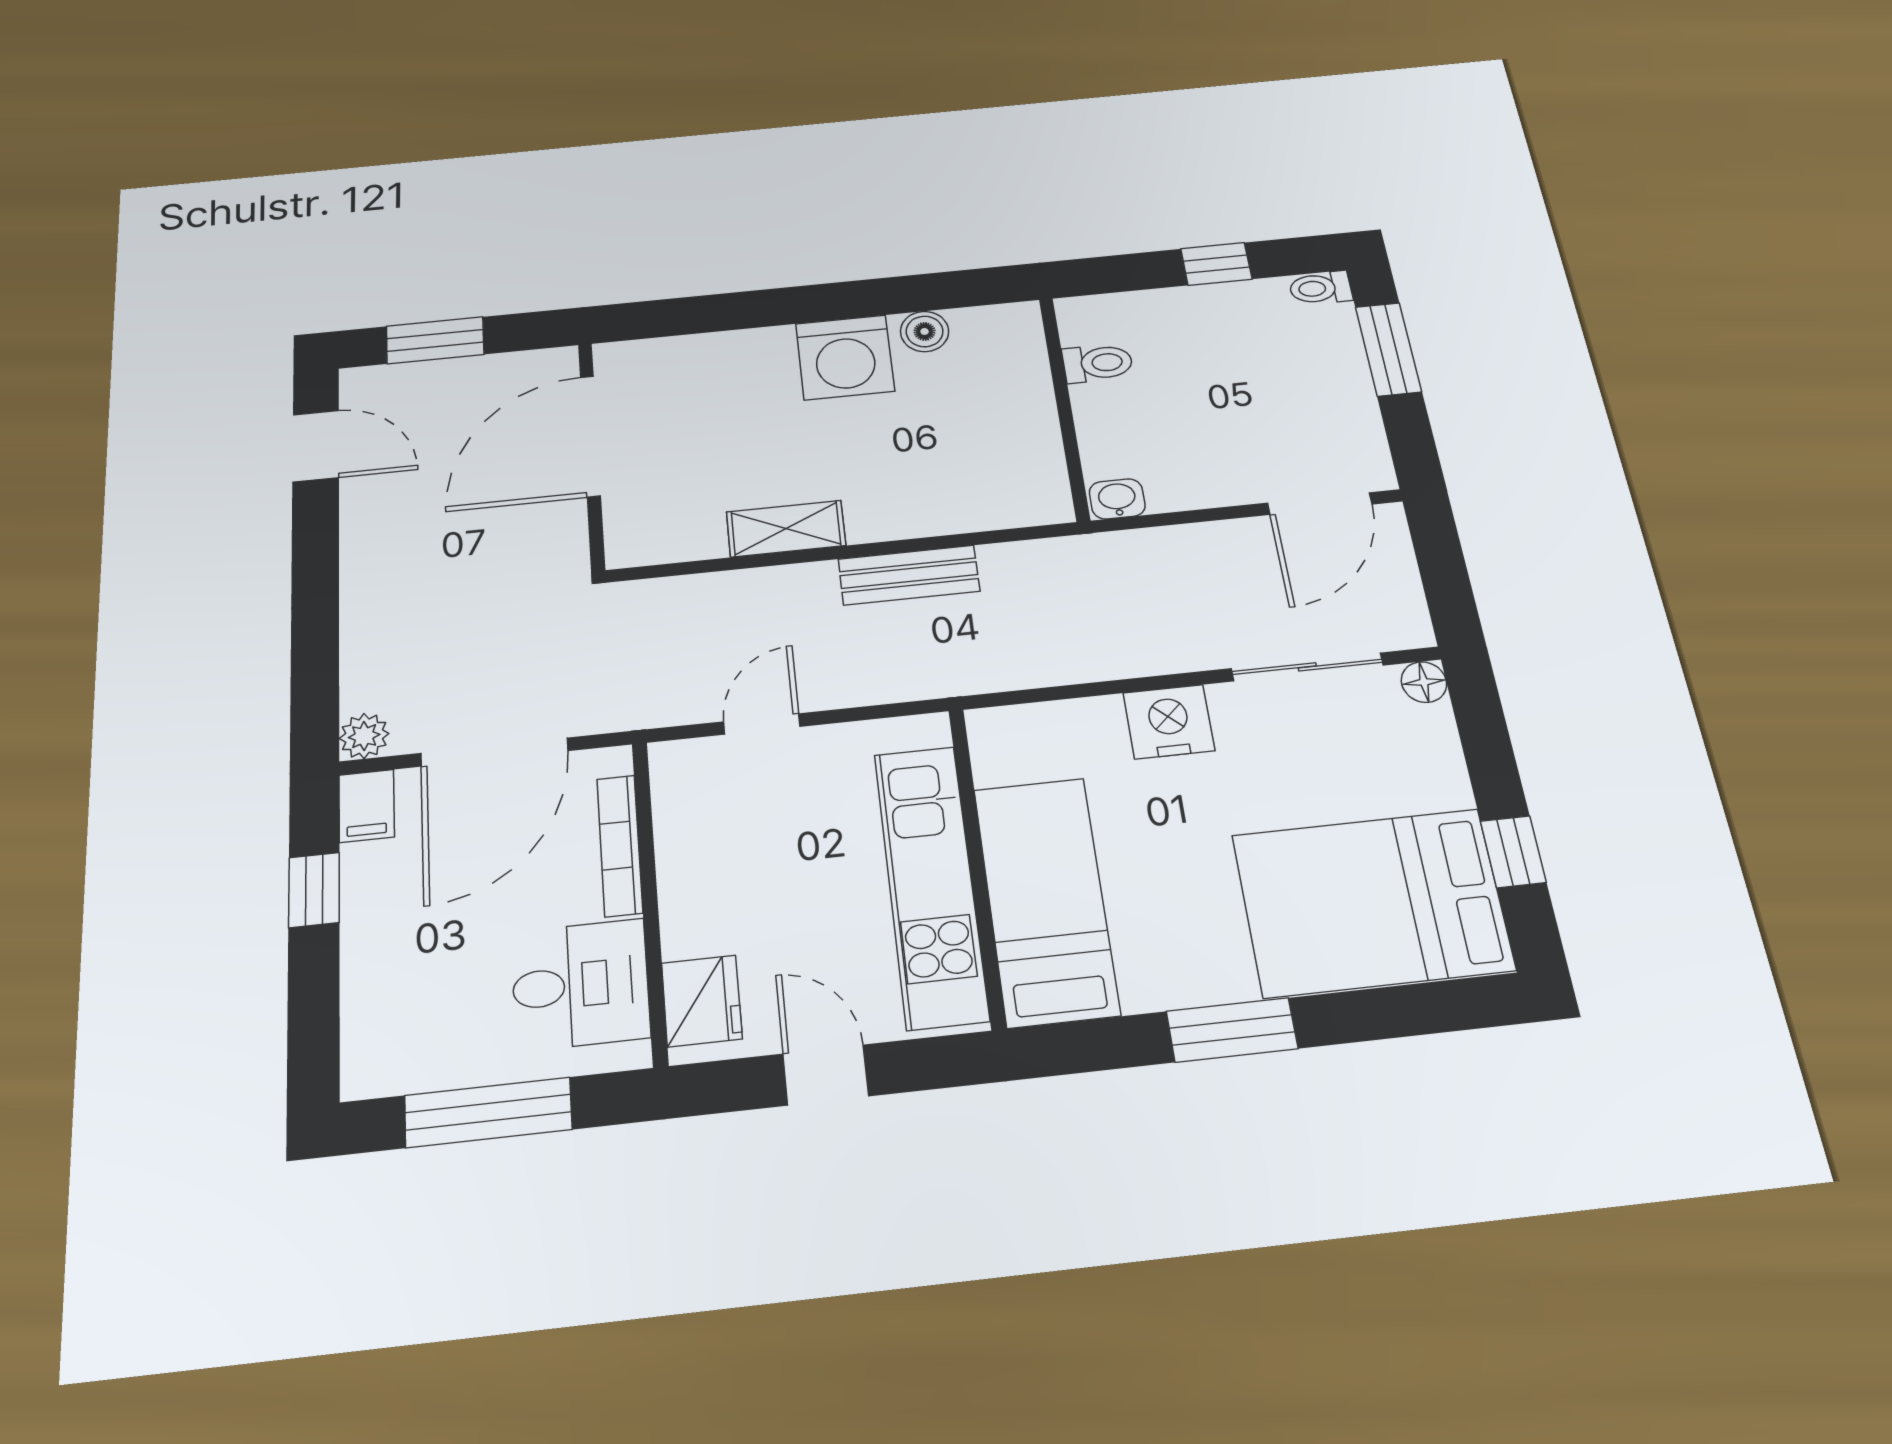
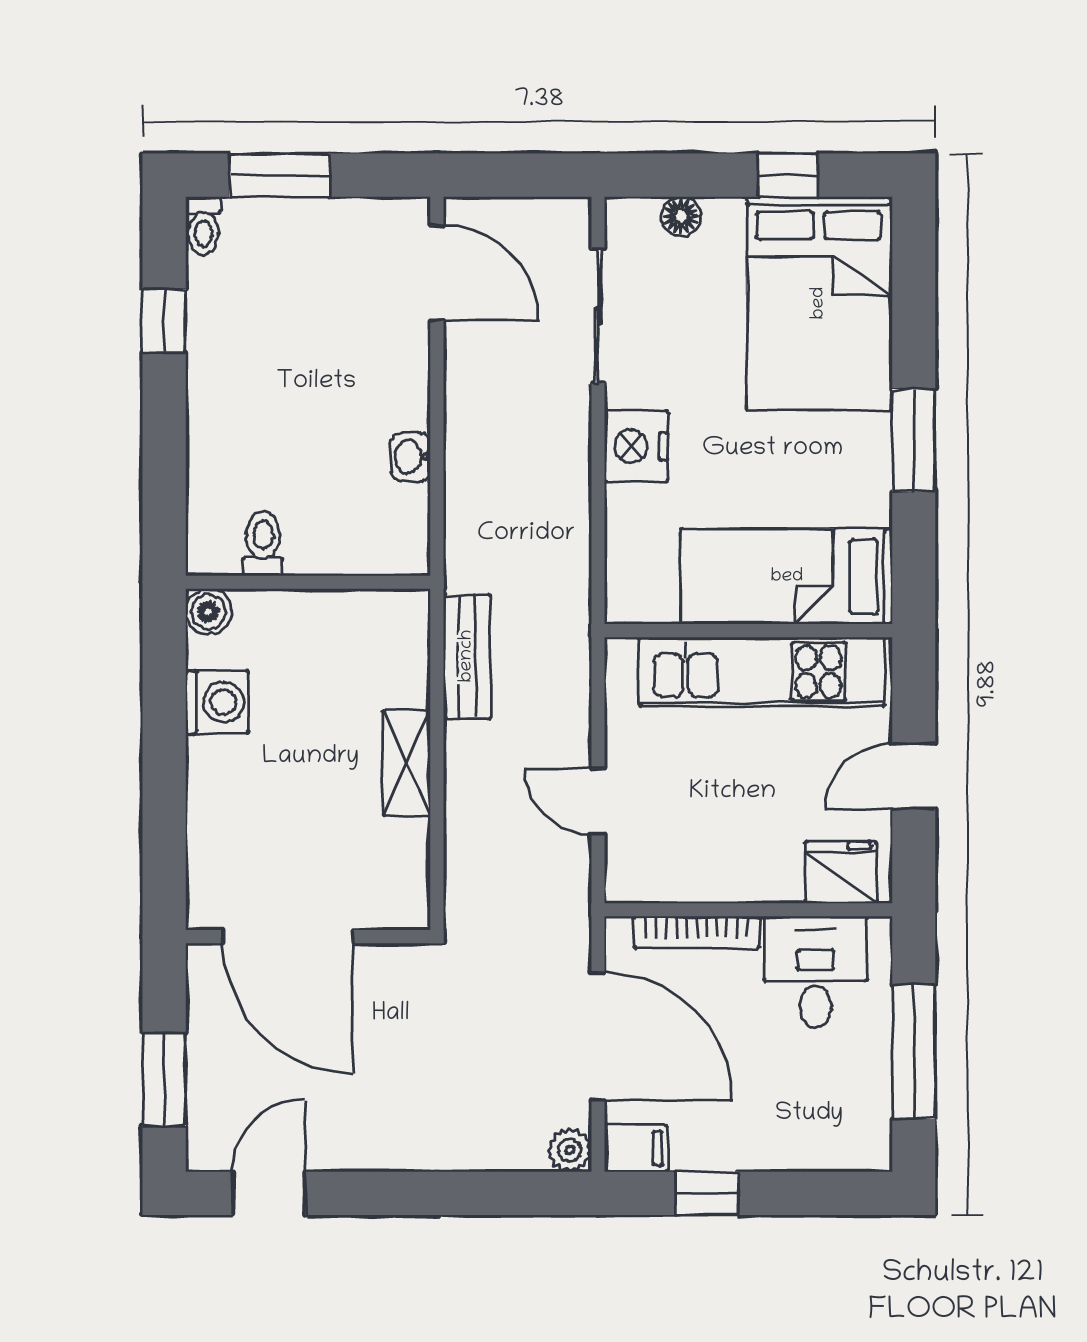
washing machine: (845, 357) -> (217, 702), width x0.73, depth x0.73
toilet: (1098, 363) -> (263, 544), moved
wall: (1064, 408) -> (308, 582), moved
floor lamp: (1424, 682) -> (681, 216), moved

